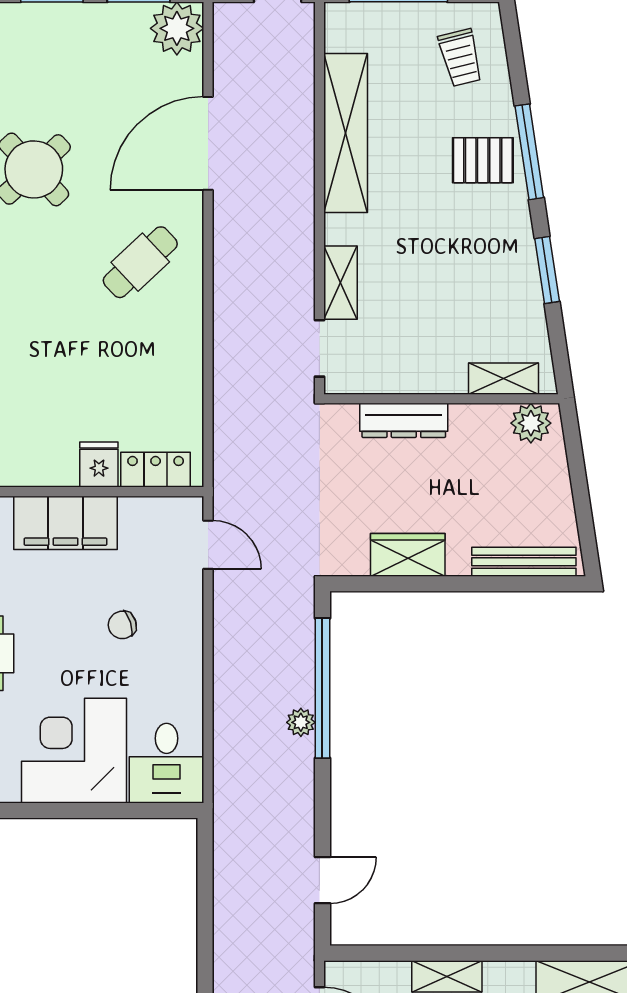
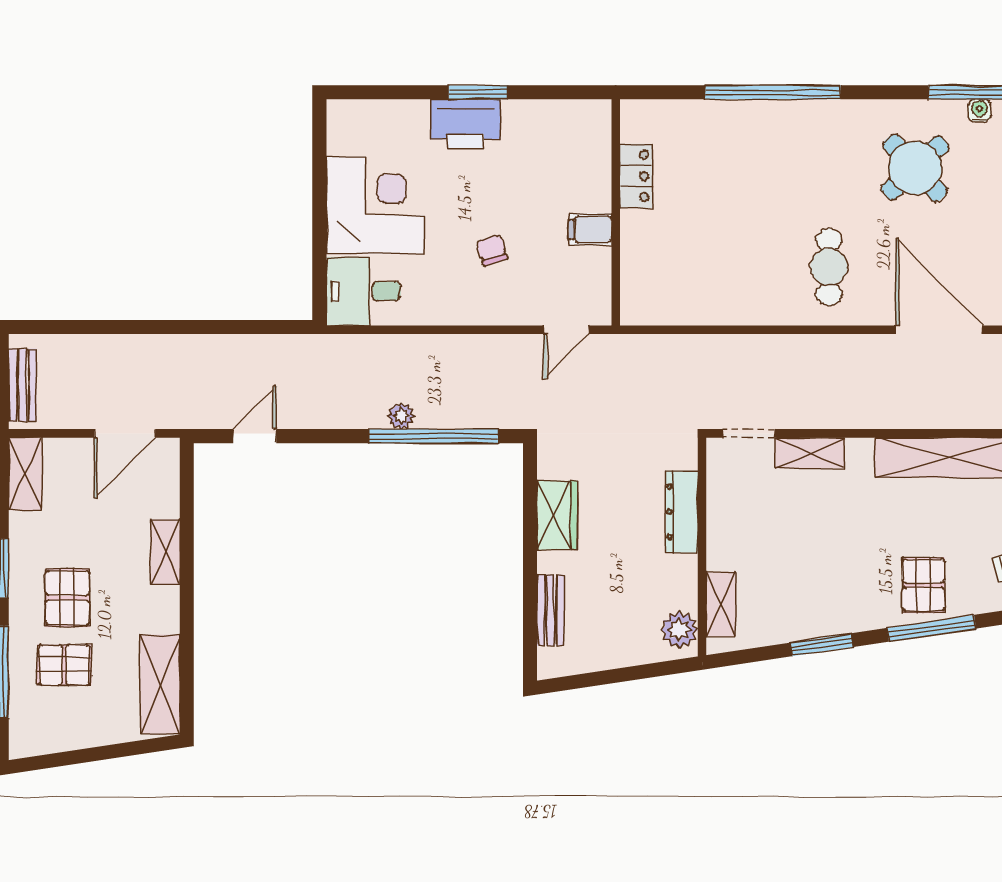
cafe table: (140, 262) -> (829, 267), turned 43
fridge: (99, 464) -> (641, 228), removed
locker: (156, 470) -> (636, 176), moved
filing cabinet: (65, 523) -> (590, 229), width x0.33, depth x0.86
bench: (524, 562) -> (550, 610), width x0.73
door: (322, 880) -> (255, 436), swing flipped

